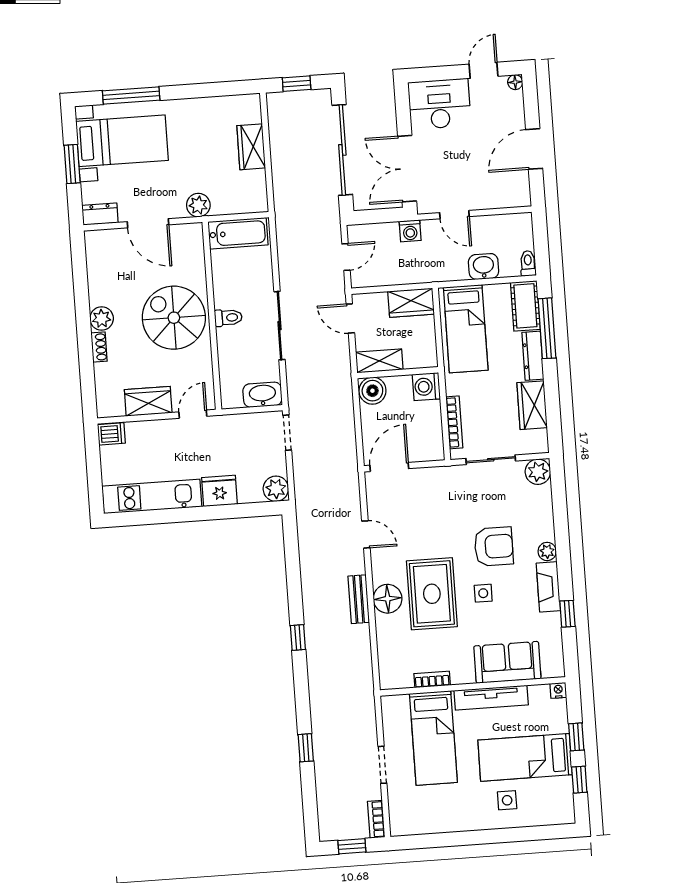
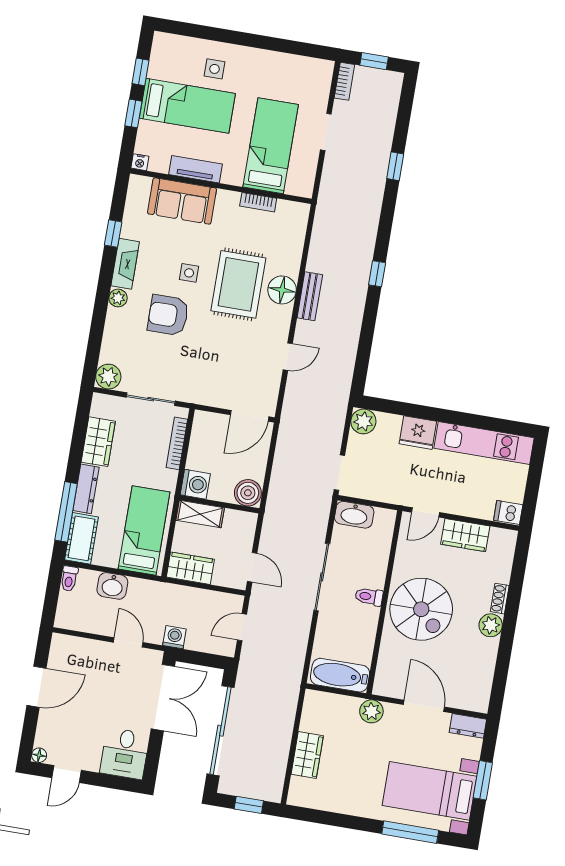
desk: (439, 104) -> (125, 753), width x0.73
shelving: (379, 361) -> (200, 514), moved
door: (366, 534) -> (288, 357), swing flipped
tv unit: (491, 698) -> (196, 169), width x0.71

